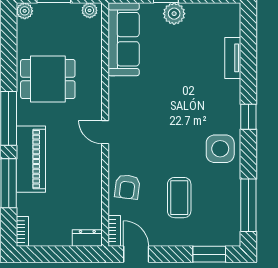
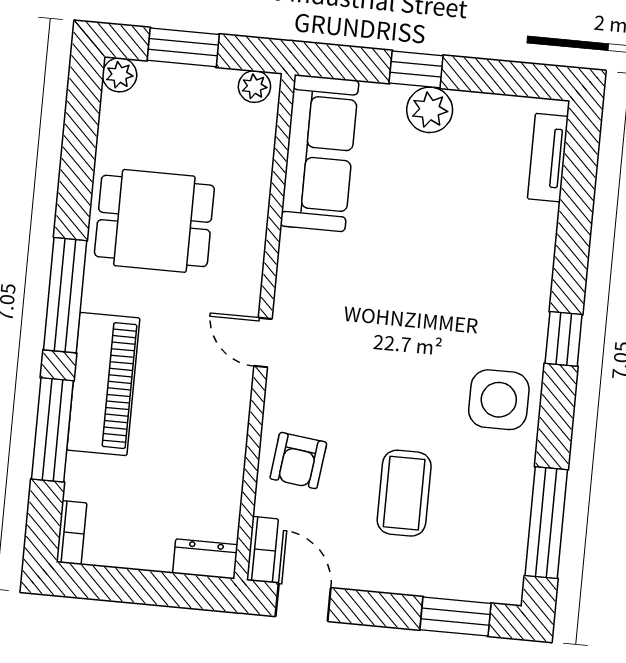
tv unit: (233, 58) -> (548, 158), moved

